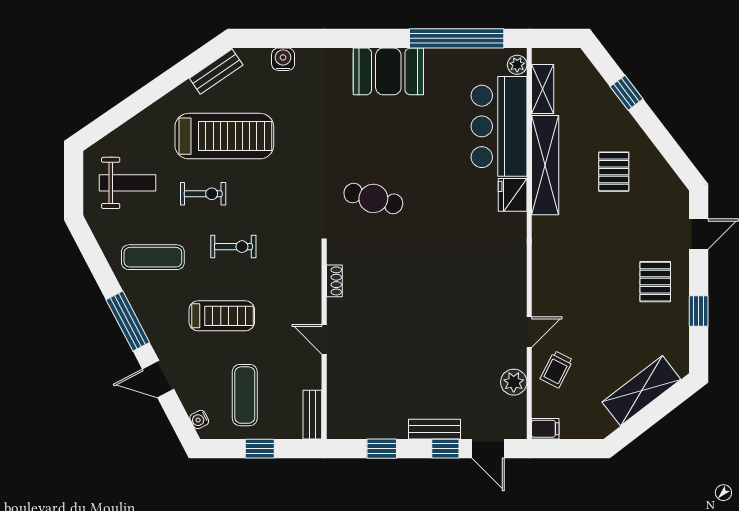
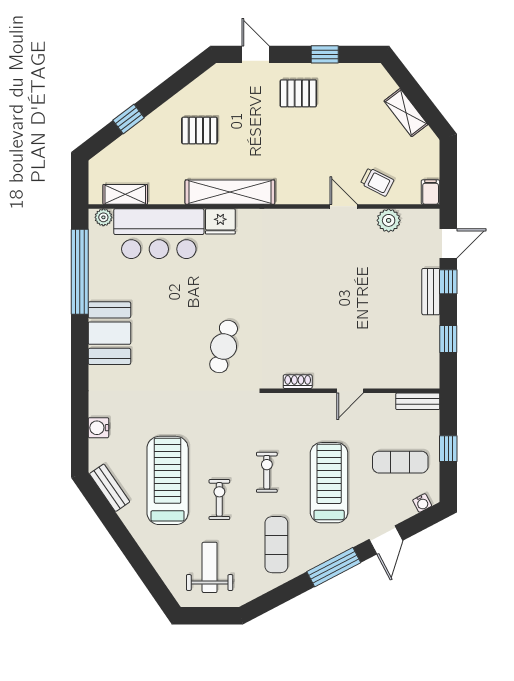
shelving: (545, 165) -> (230, 192), moved
treadmill: (222, 316) -> (329, 483), width x1.37, depth x1.38
shelving: (641, 391) -> (406, 113), width x0.67, depth x0.75

